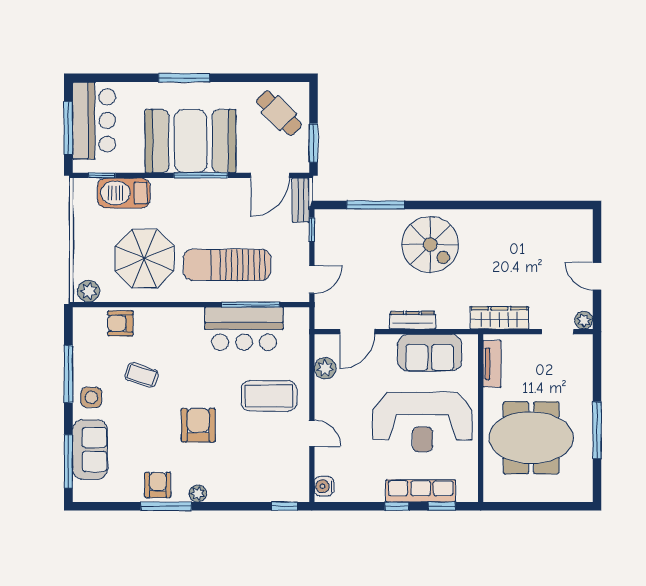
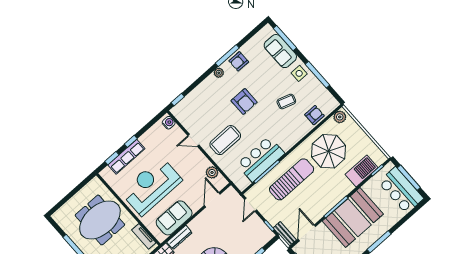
dresser: (413, 320) -> (179, 237), moved
armchair: (158, 485) -> (239, 61), turned 90

